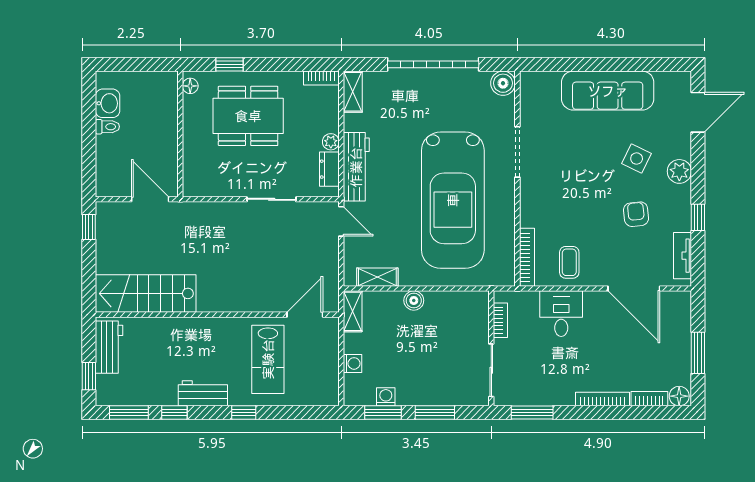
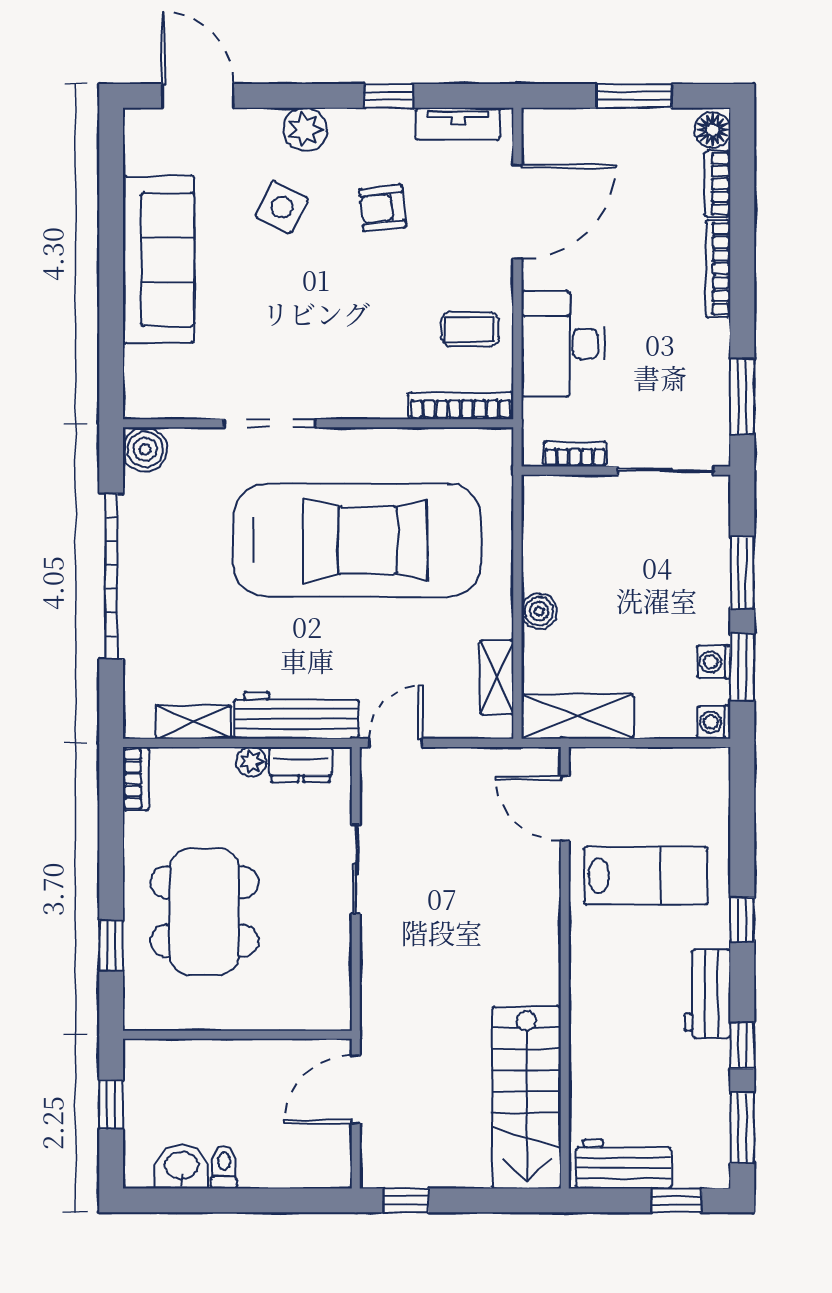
window: (142, 64) -> (111, 1105), added
floor lamp: (190, 86) -> (150, 1017), removed
shelving: (353, 92) -> (193, 722), moved
shelving: (353, 311) -> (578, 716), width x1.50, depth x1.33
desk: (561, 314) -> (563, 344), width x1.37
washing machine: (353, 363) -> (714, 722), moved, turned -90

